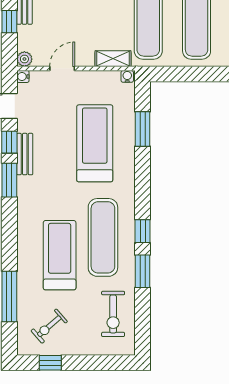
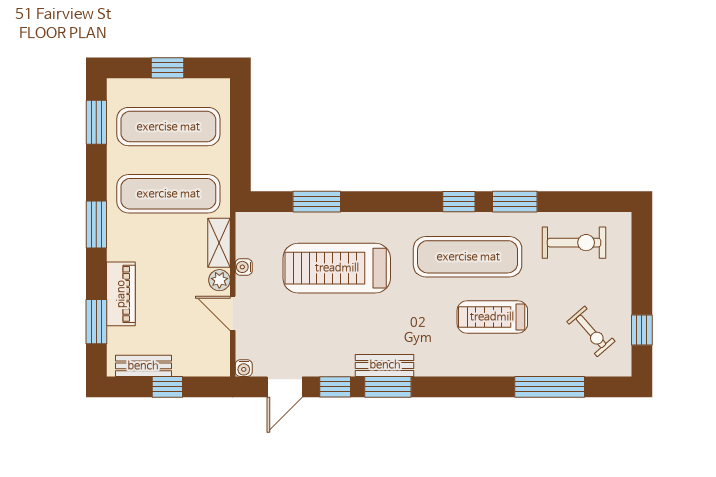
plant: (24, 59) -> (219, 280), moved
water cooler: (127, 76) -> (244, 267), moved
bench: (25, 154) -> (385, 365), moved
treadmill: (60, 255) -> (492, 317), width x0.73, depth x0.73

